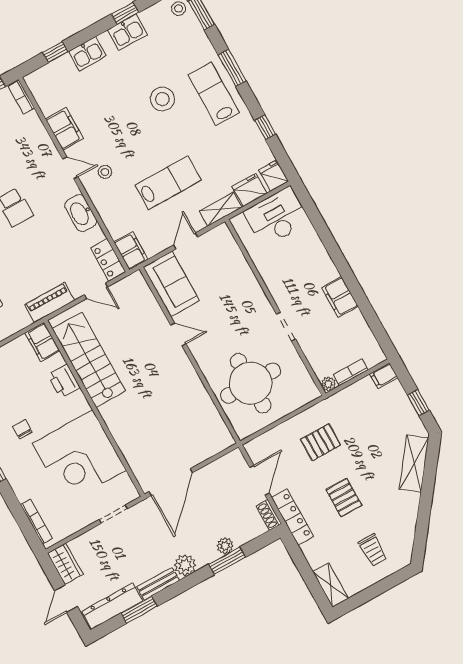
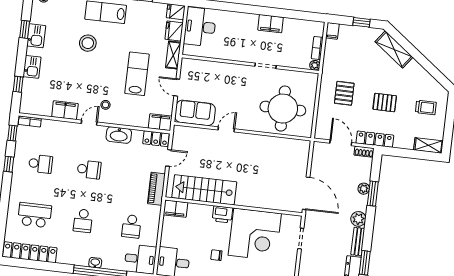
printer: (64, 381) -> (222, 214), moved

